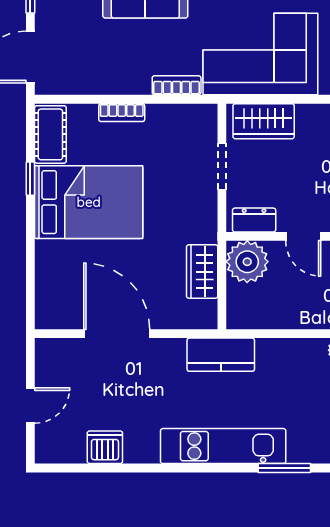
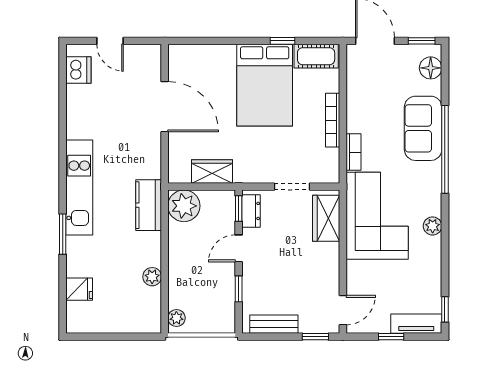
bookcase: (122, 113) -> (333, 120), width x1.56
window: (251, 236) -> (239, 208), added
plant: (247, 262) -> (184, 206), moved
door: (117, 334) -> (165, 107), hinge flipped
kitchen counter: (221, 355) -> (149, 205), moved
dishwasher: (105, 447) -> (78, 70), moved

